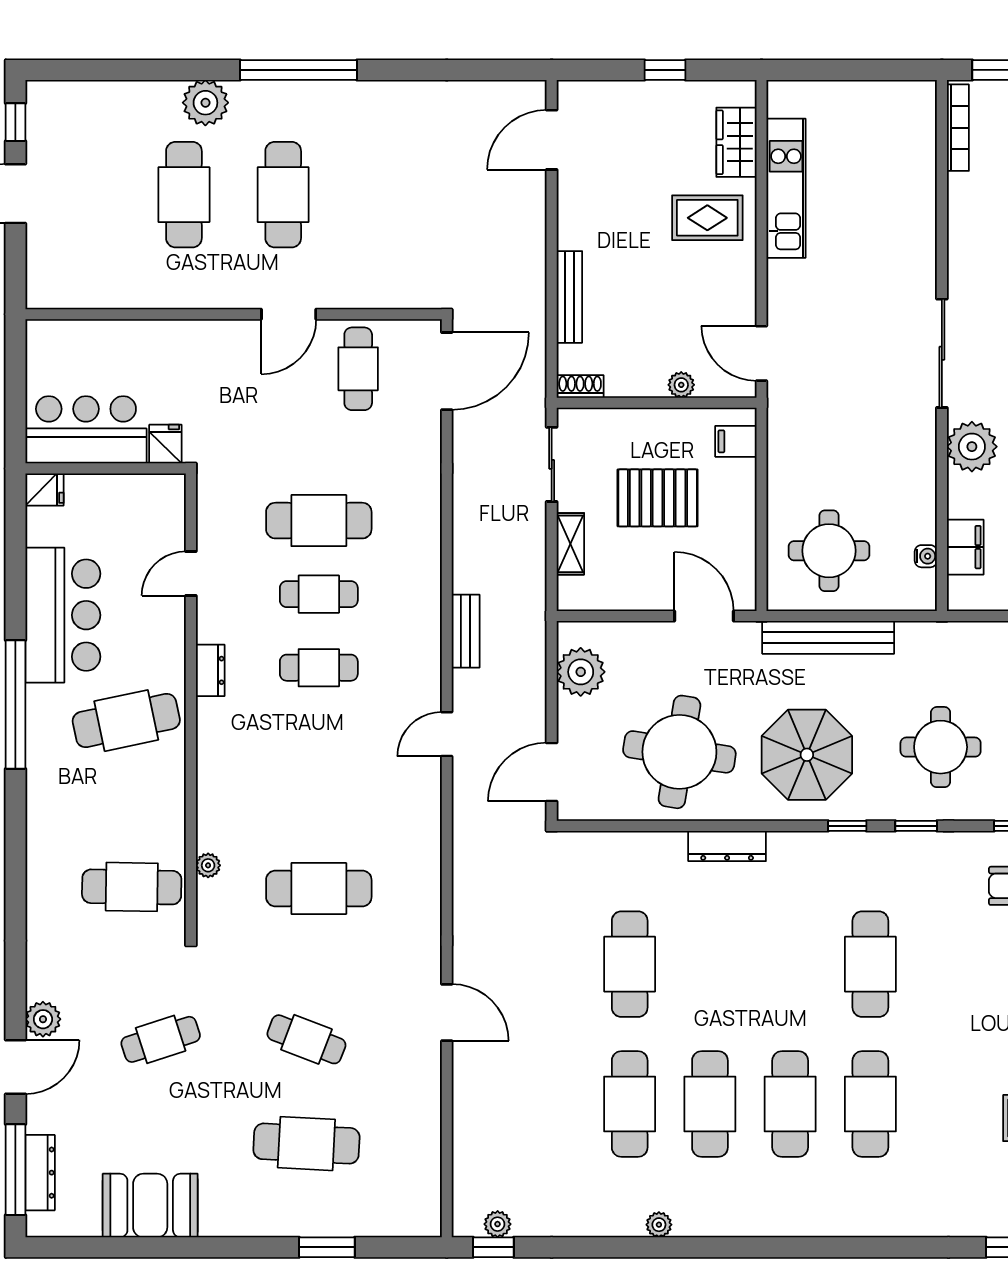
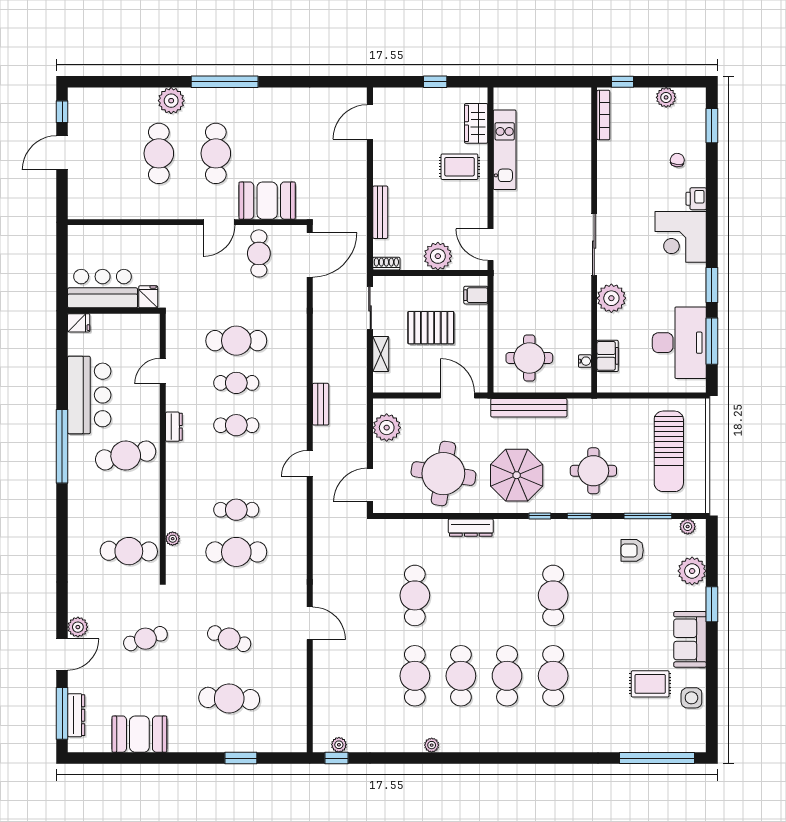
booth: (372, 277) -> (267, 201), added
plant: (681, 385) -> (438, 256), width x1.88, depth x1.88
cafe table: (319, 815) -> (236, 510), added

